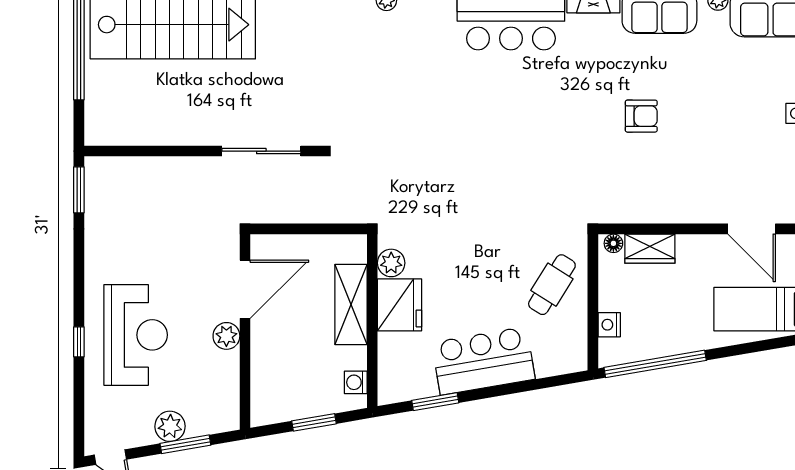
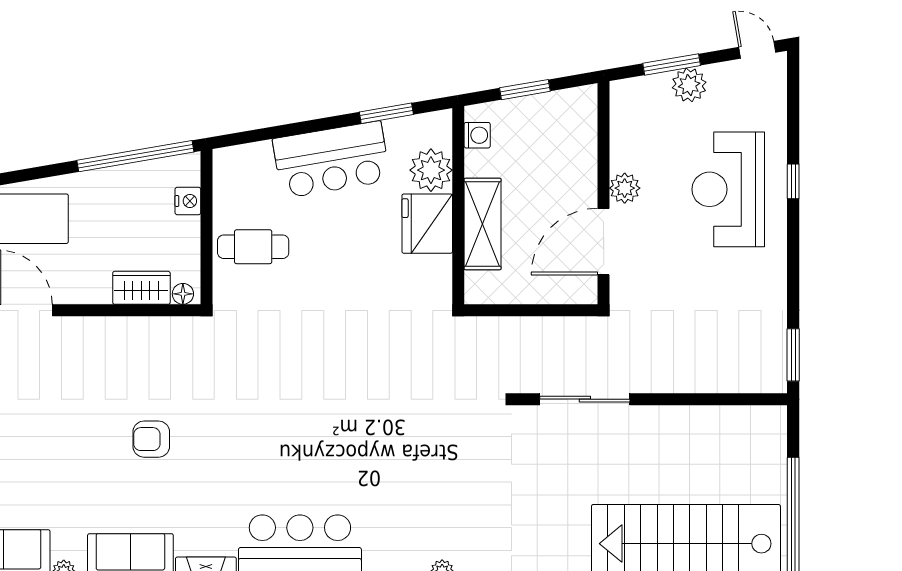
plant: (391, 263) -> (431, 170), moved, width x1.36, depth x1.36
cafe table: (552, 285) -> (253, 247), turned 58

